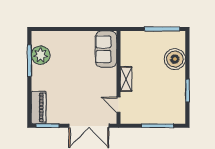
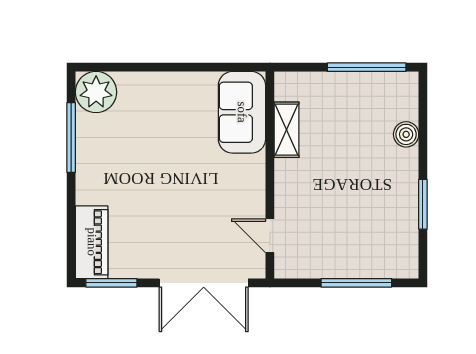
plant: (41, 55) -> (96, 92), moved
boiler: (175, 59) -> (406, 134), width x0.54, depth x0.54
shelving: (126, 79) -> (286, 130), moved

